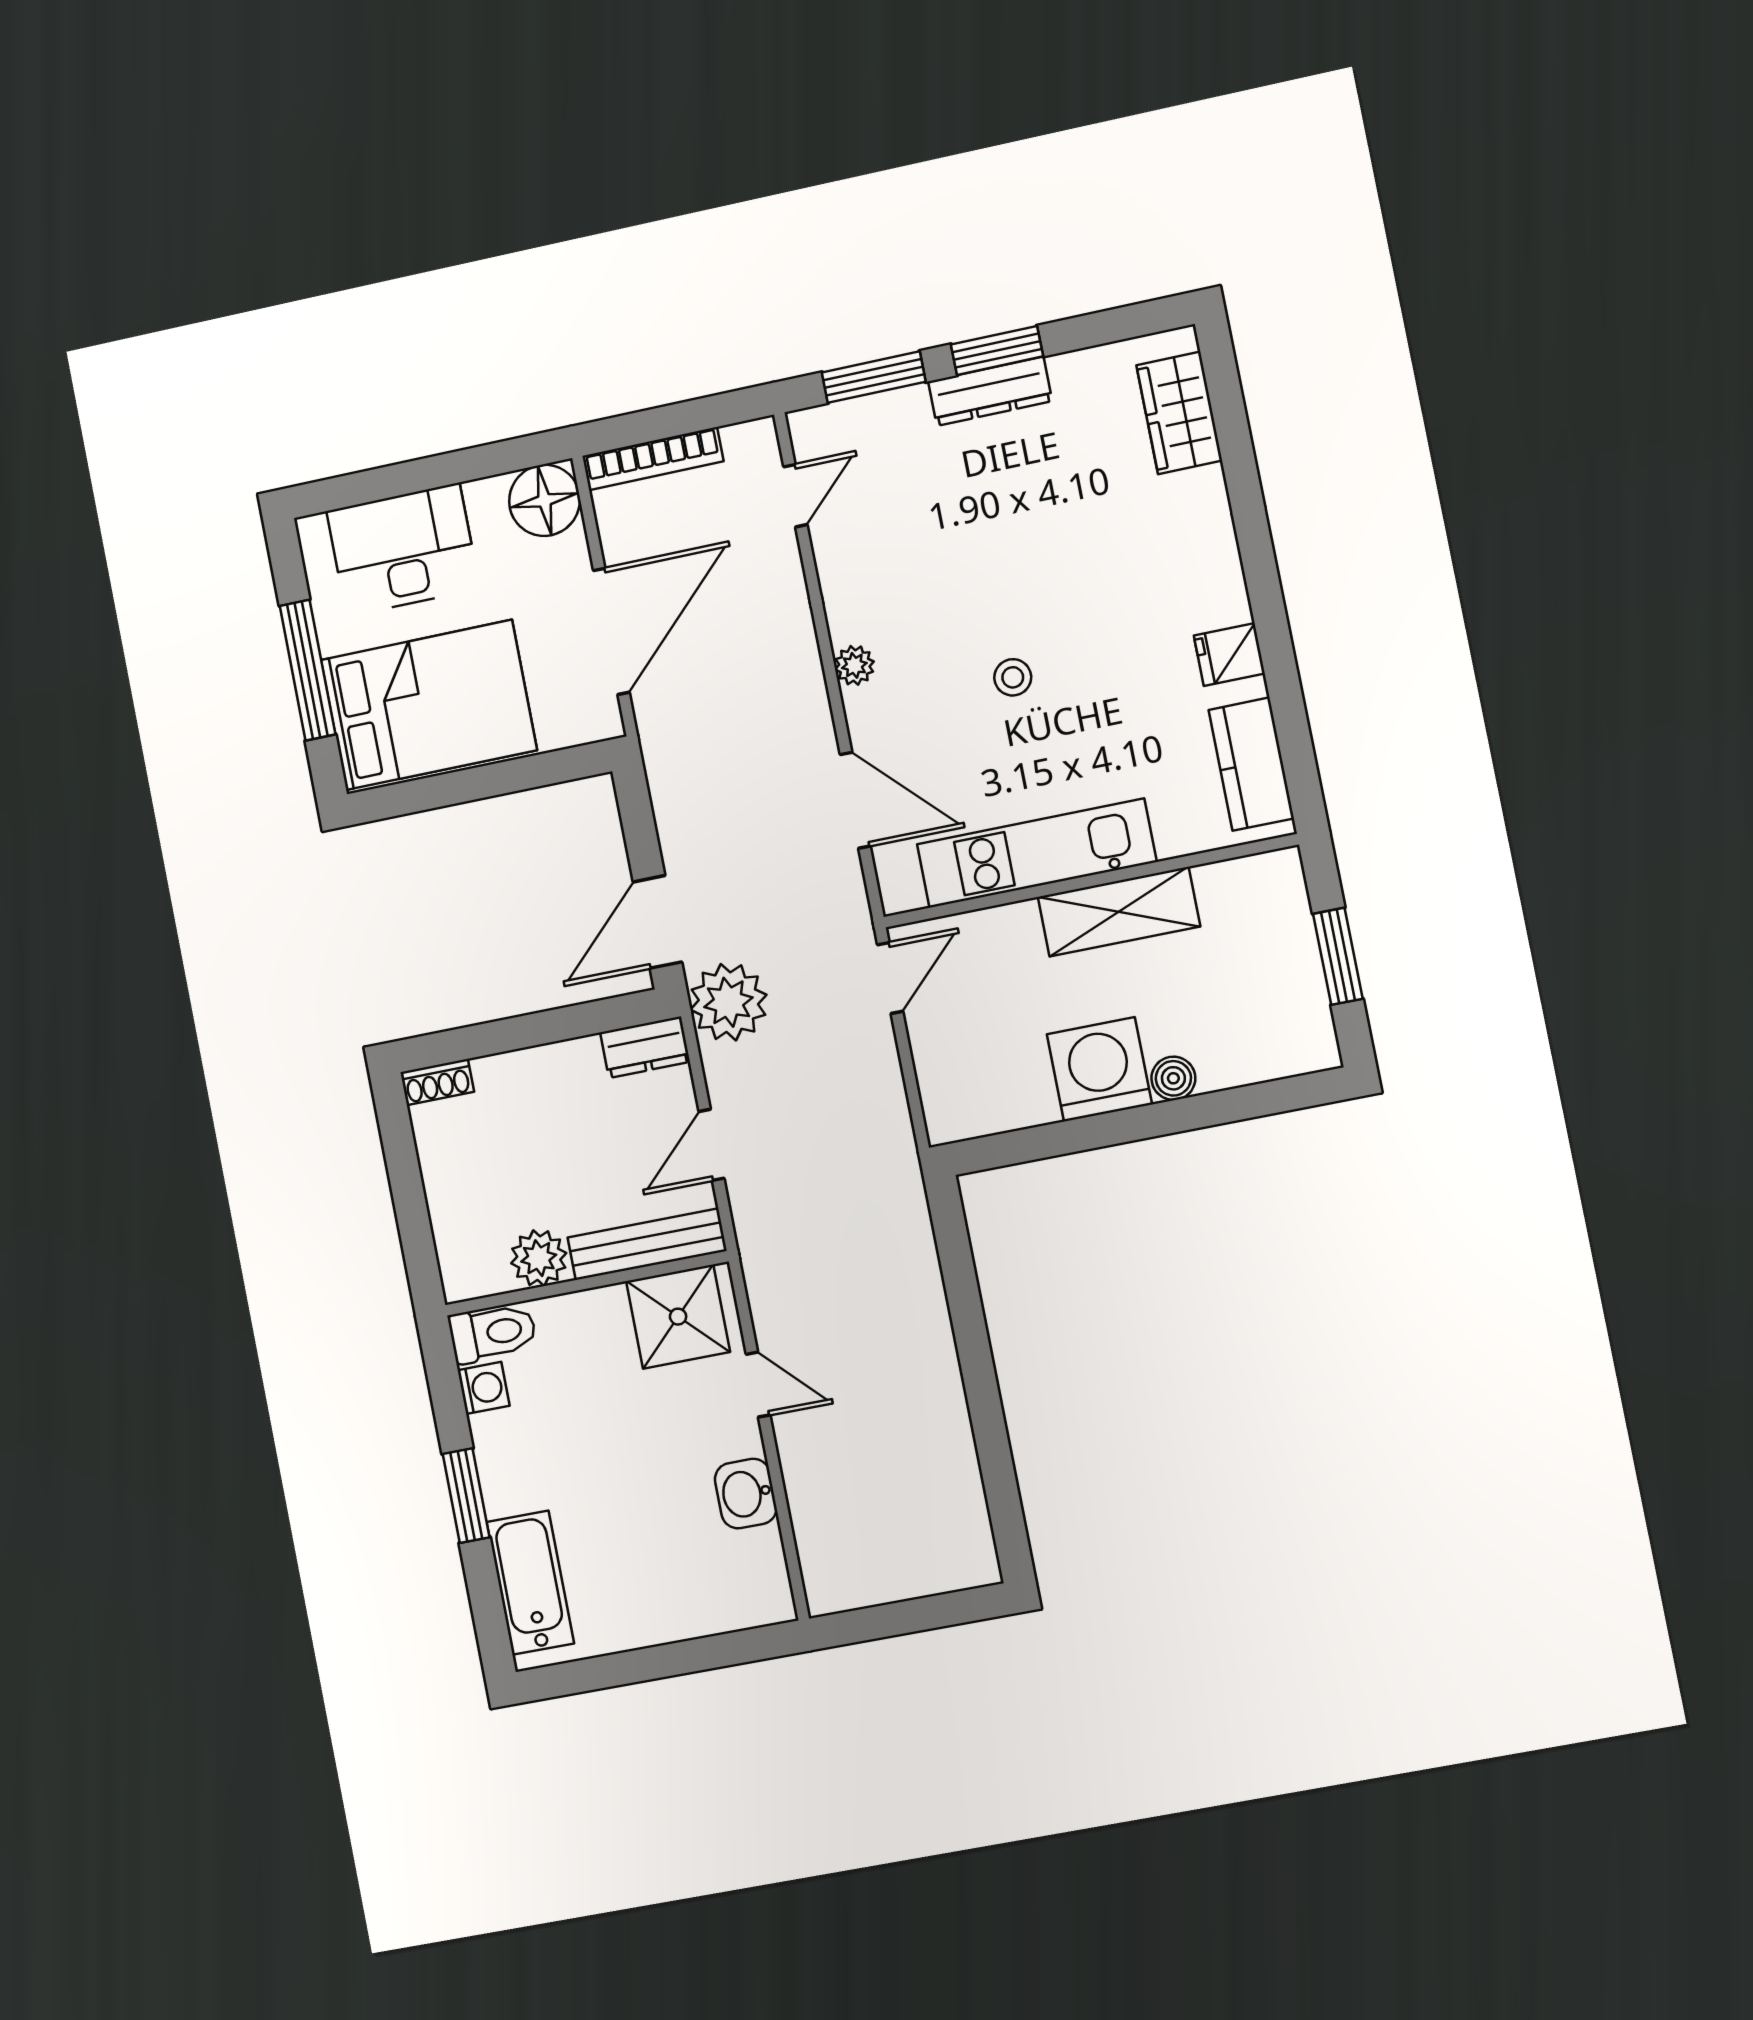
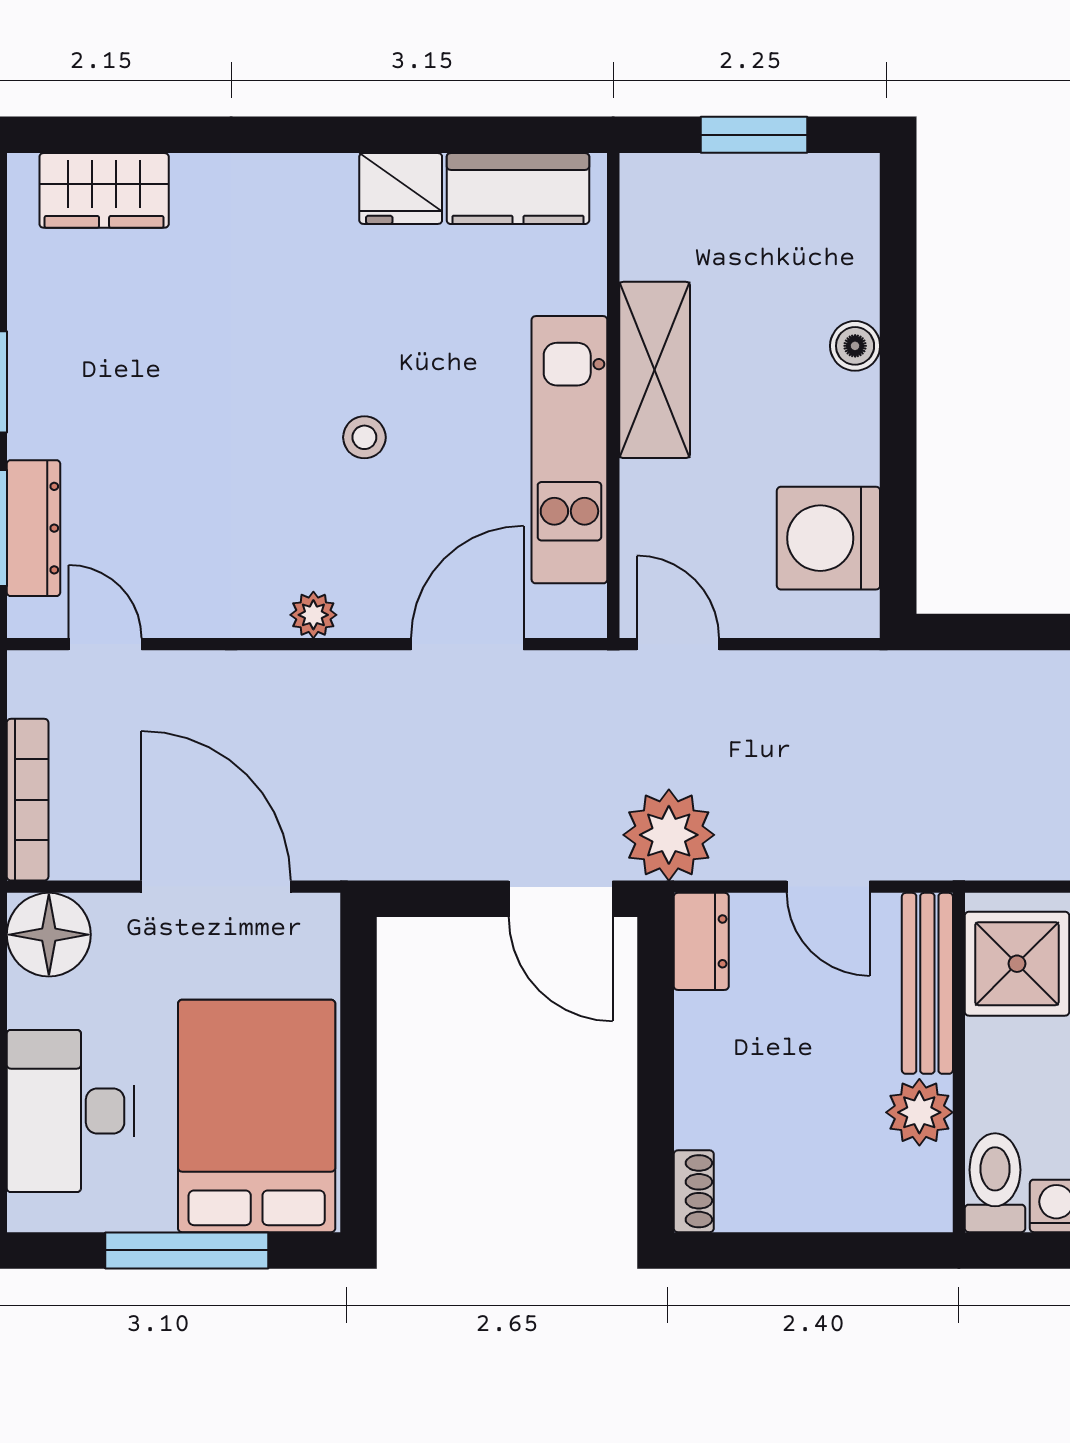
dresser: (990, 391) -> (33, 528), moved
fridge: (1229, 655) -> (401, 188), width x1.38
washing machine: (1099, 1069) -> (828, 538), moved

